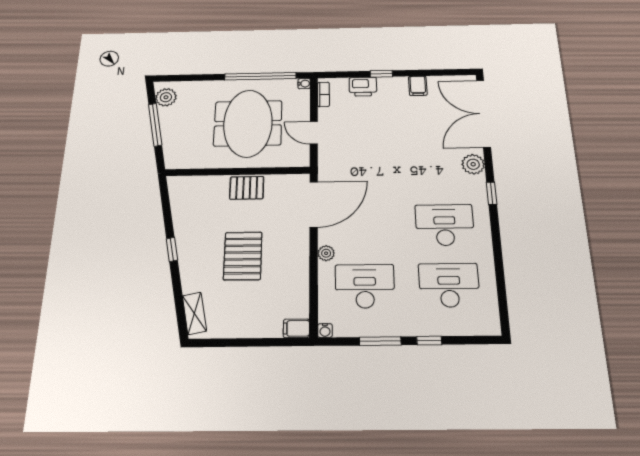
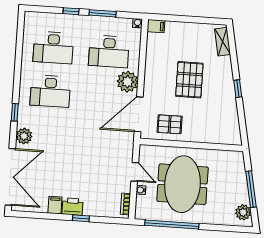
water cooler: (304, 84) -> (141, 190), moved
printer: (363, 87) -> (73, 207), moved
pallet: (247, 188) -> (170, 124), moved
plant: (326, 253) -> (127, 82), width x1.87, depth x1.87

